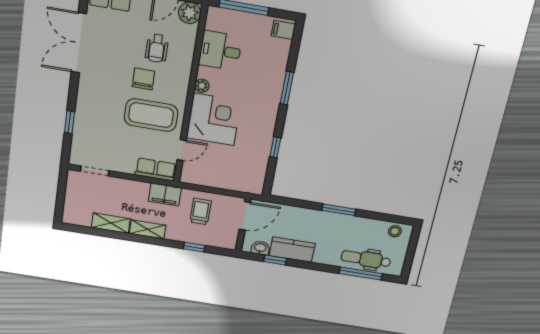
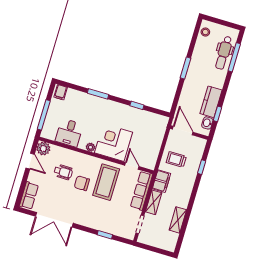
row of seats: (156, 169) -> (142, 191), width x1.48
shelving: (148, 229) -> (154, 202), moved

